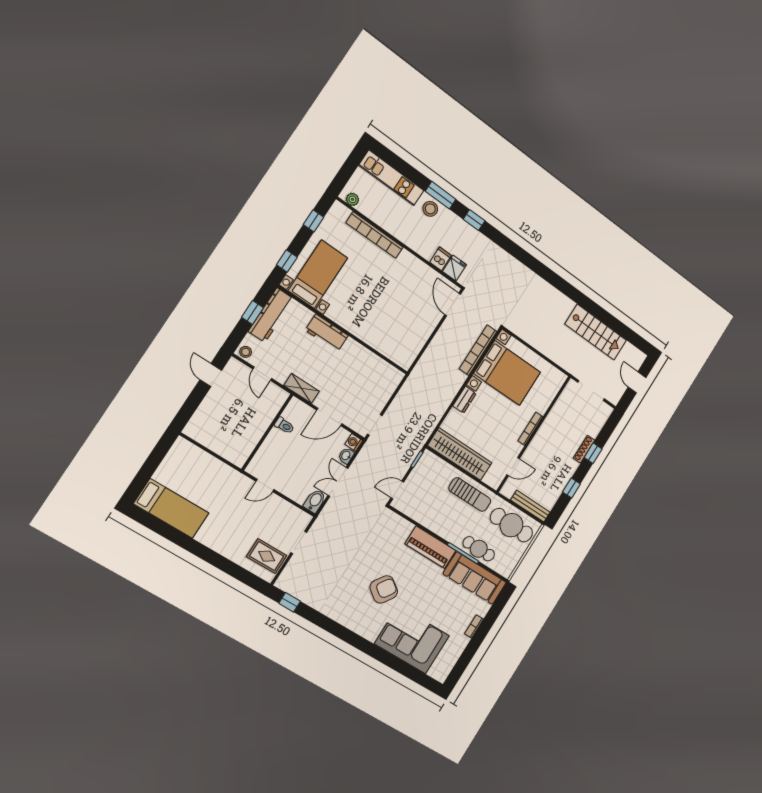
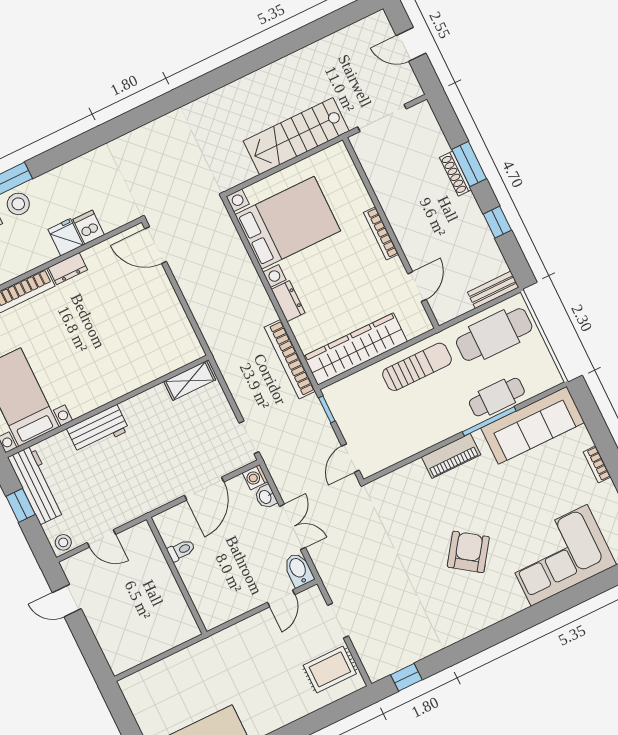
window: (474, 220) -> (64, 153), removed
dresser: (410, 260) -> (68, 269), added
fridge: (455, 268) -> (66, 237), moved
stairs: (596, 332) -> (296, 136), moved, turned 180
bookcase: (478, 350) -> (290, 359), moved
shelving: (302, 388) -> (190, 381), moved
window: (593, 453) -> (469, 164), width x1.50
double door: (338, 482) -> (292, 527), swing flipped
door: (265, 485) -> (281, 598), moved
bench: (530, 506) -> (493, 290), width x0.73
piano: (430, 547) -> (451, 456), width x0.73, depth x0.75

